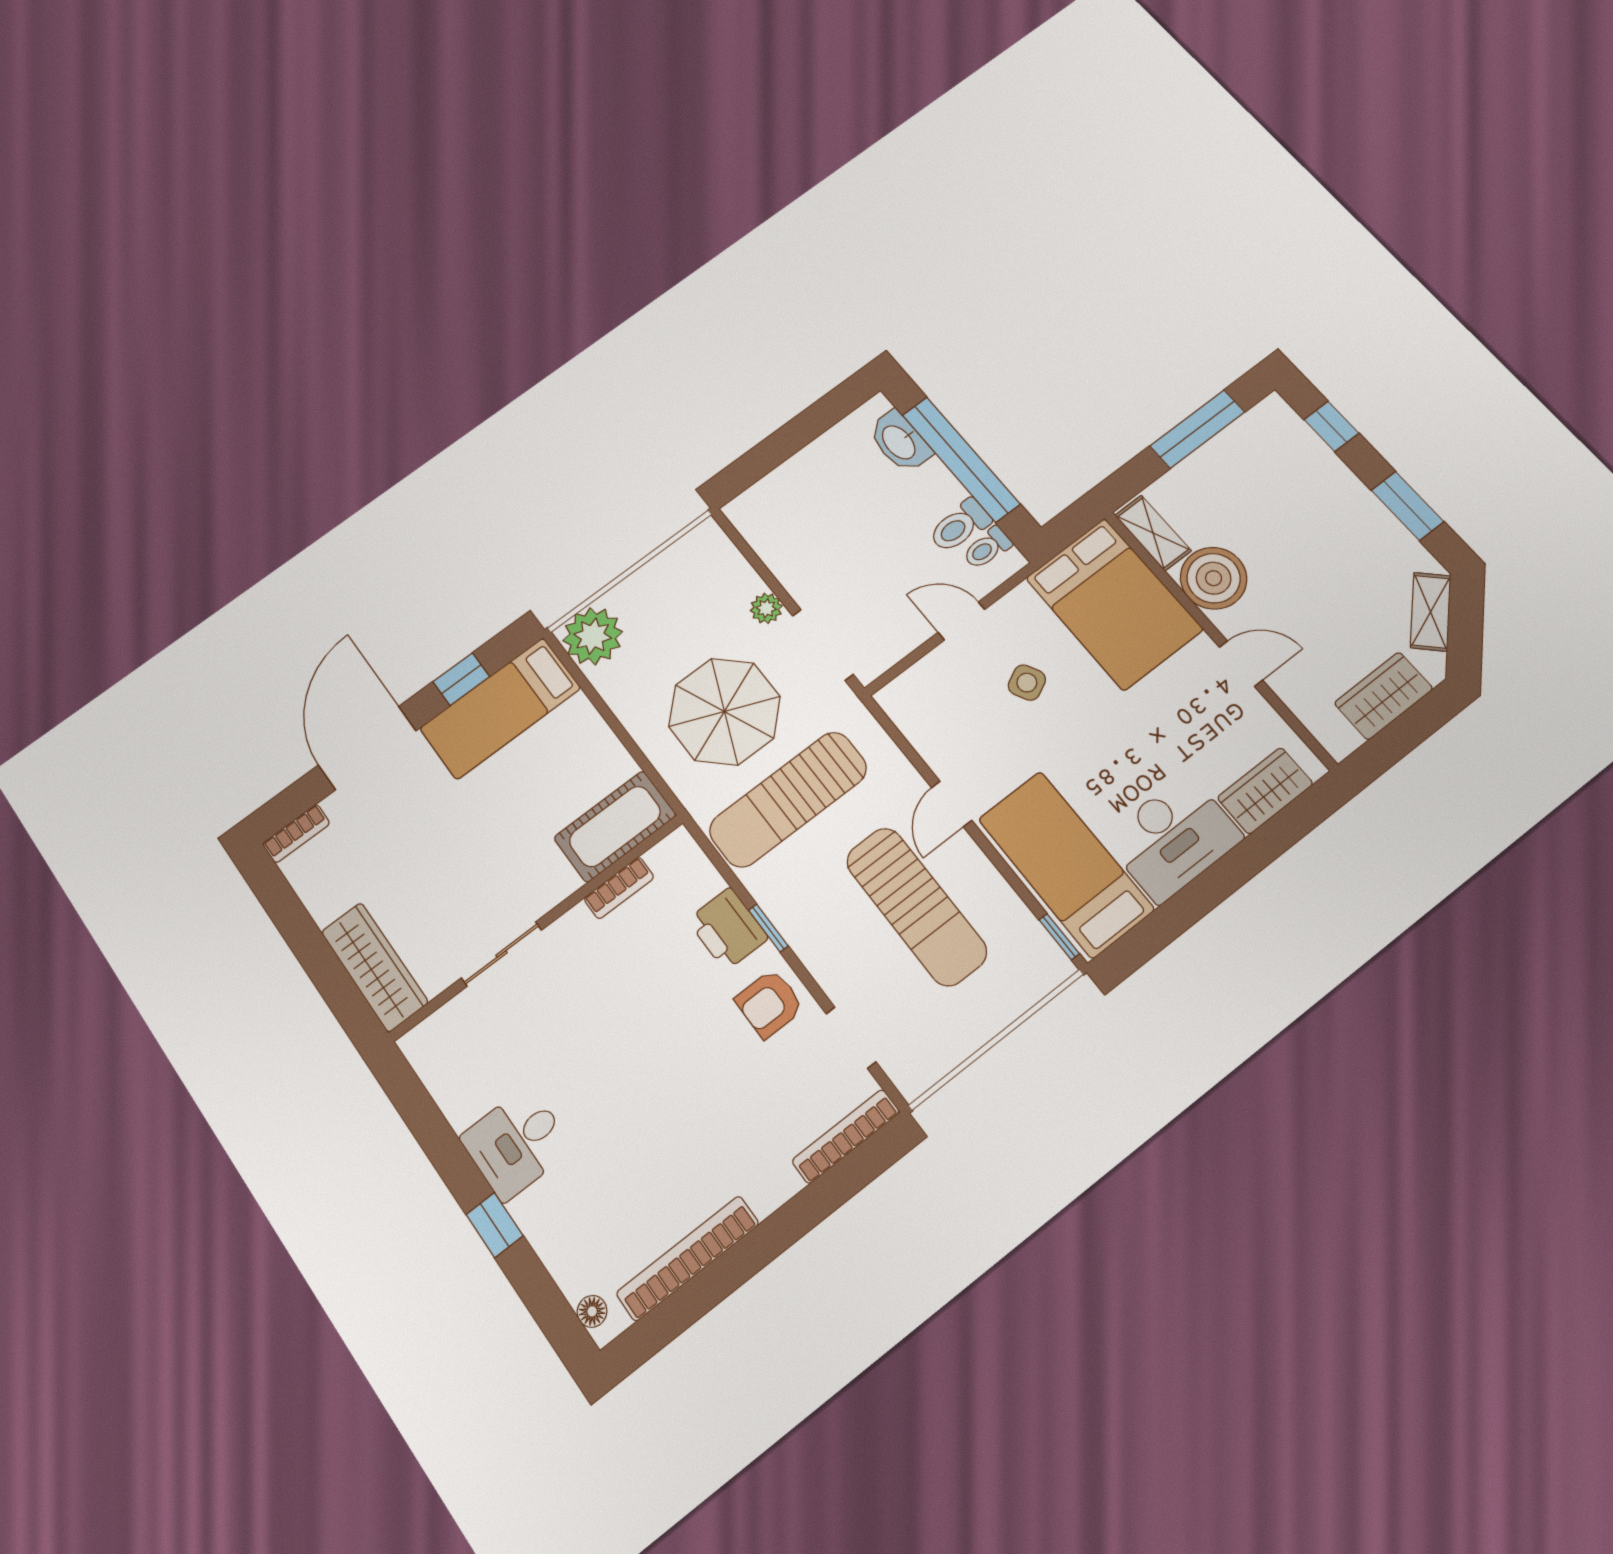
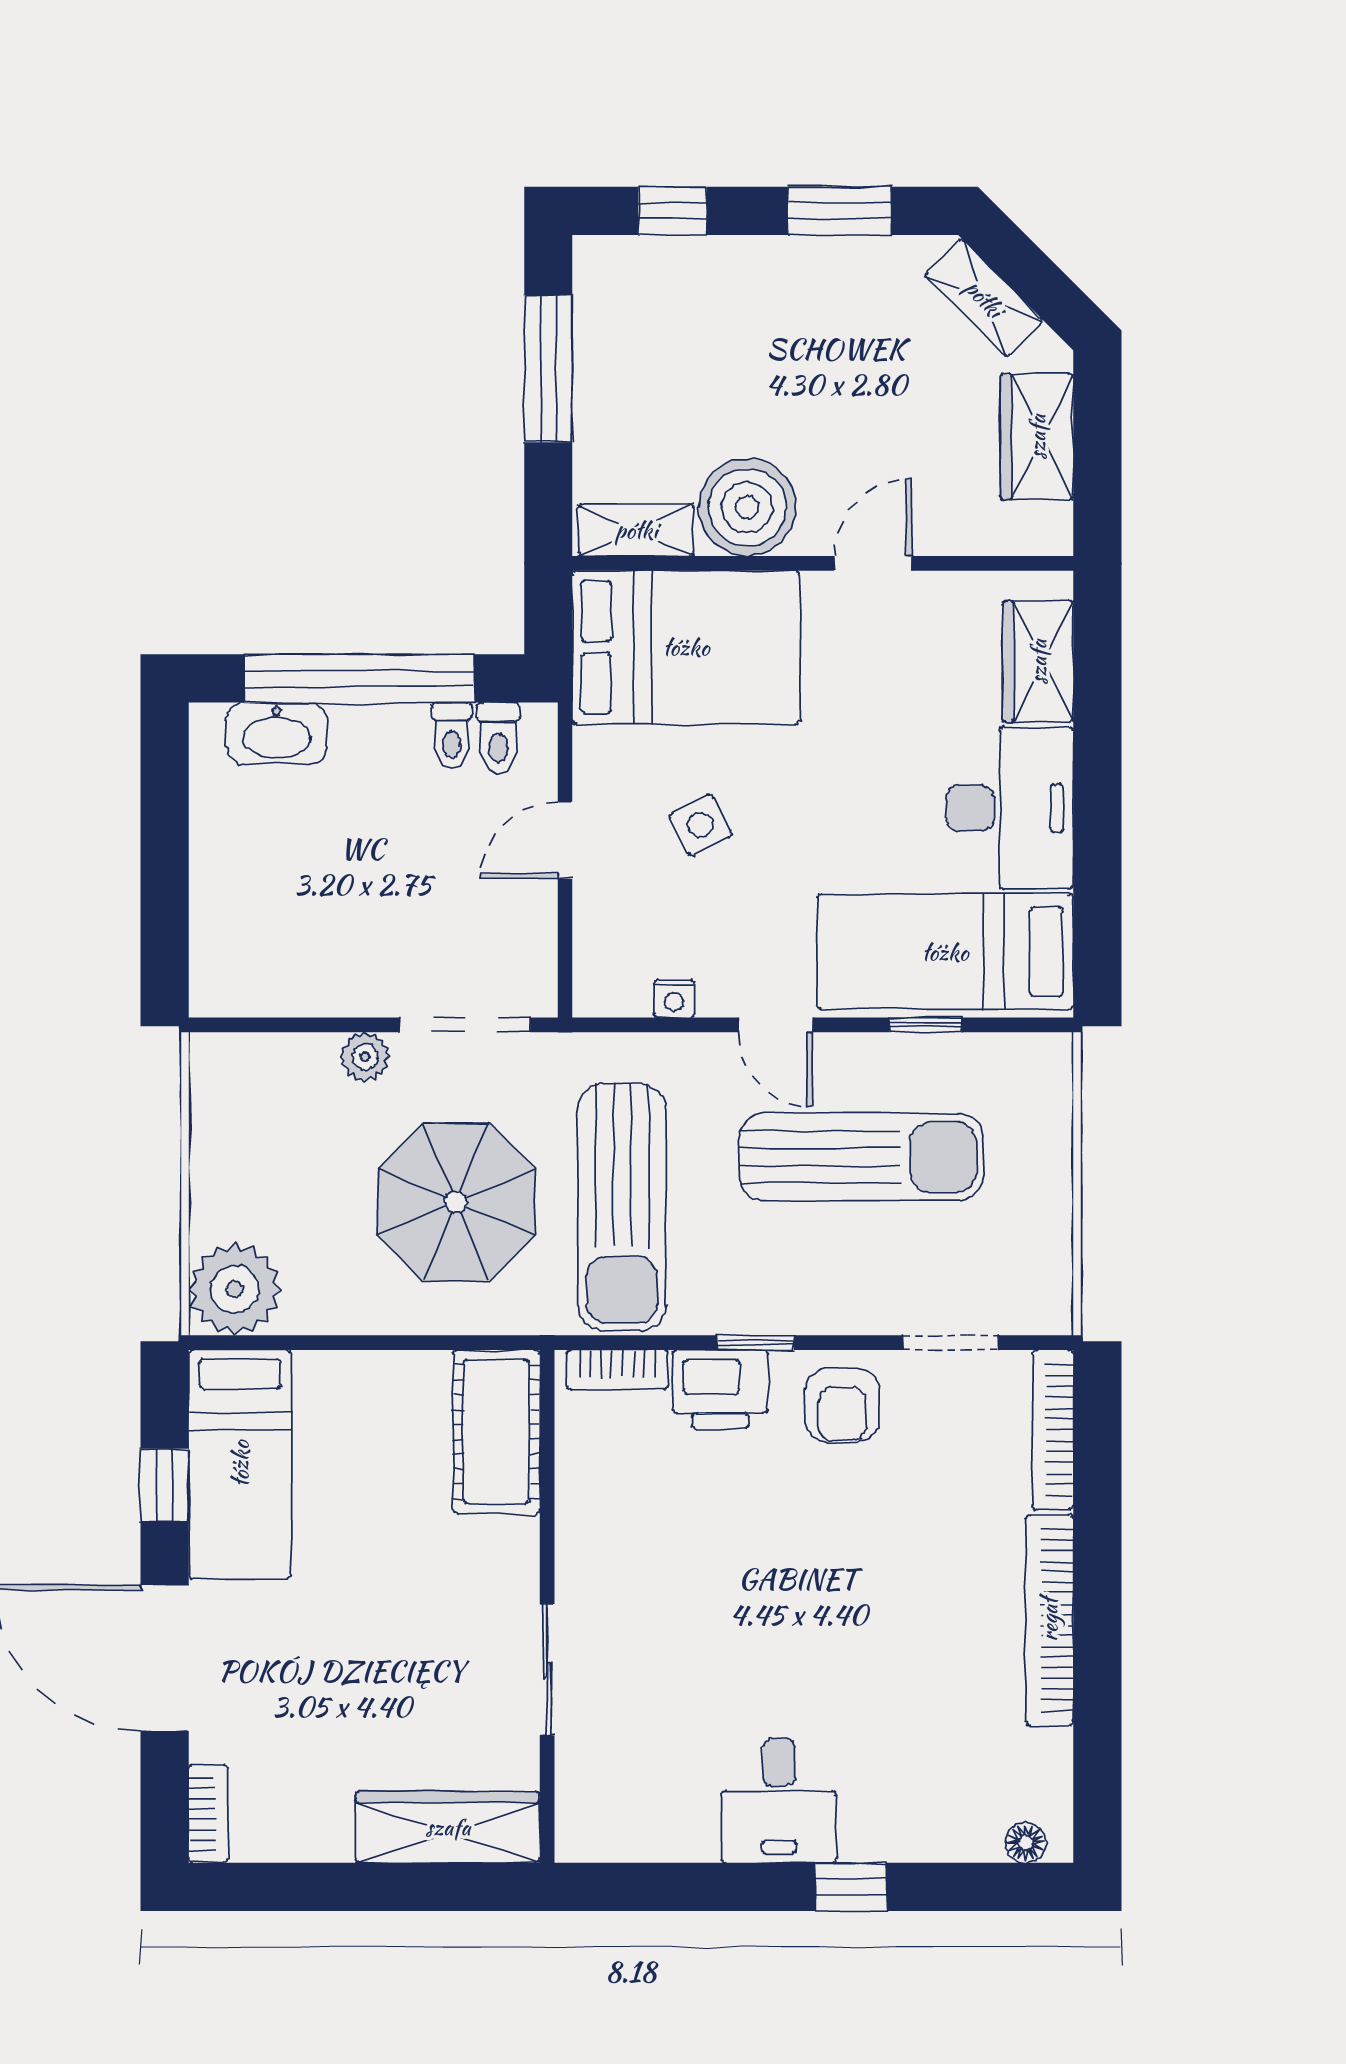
toilet: (960, 526) -> (452, 735), width x0.73, depth x0.72
nightstand: (923, 740) -> (674, 999), added
bookcase: (619, 888) -> (617, 1370), moved, turned 90
window: (1059, 937) -> (926, 1025), moved
bookcase: (688, 1258) -> (1049, 1620), moved

